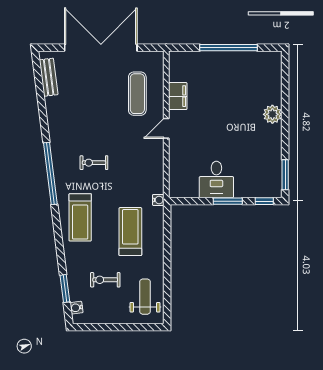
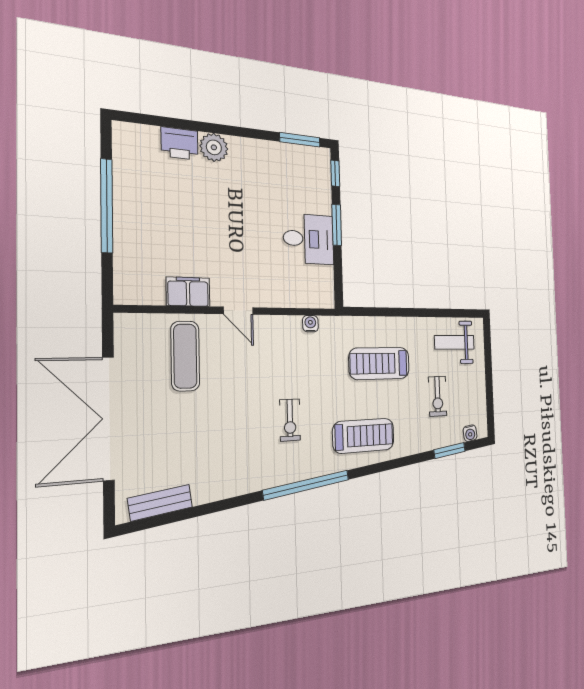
printer: (272, 92) -> (180, 143), added
exercise mat: (137, 94) -> (185, 356), turned 90
water cooler: (158, 200) -> (310, 324), moved

